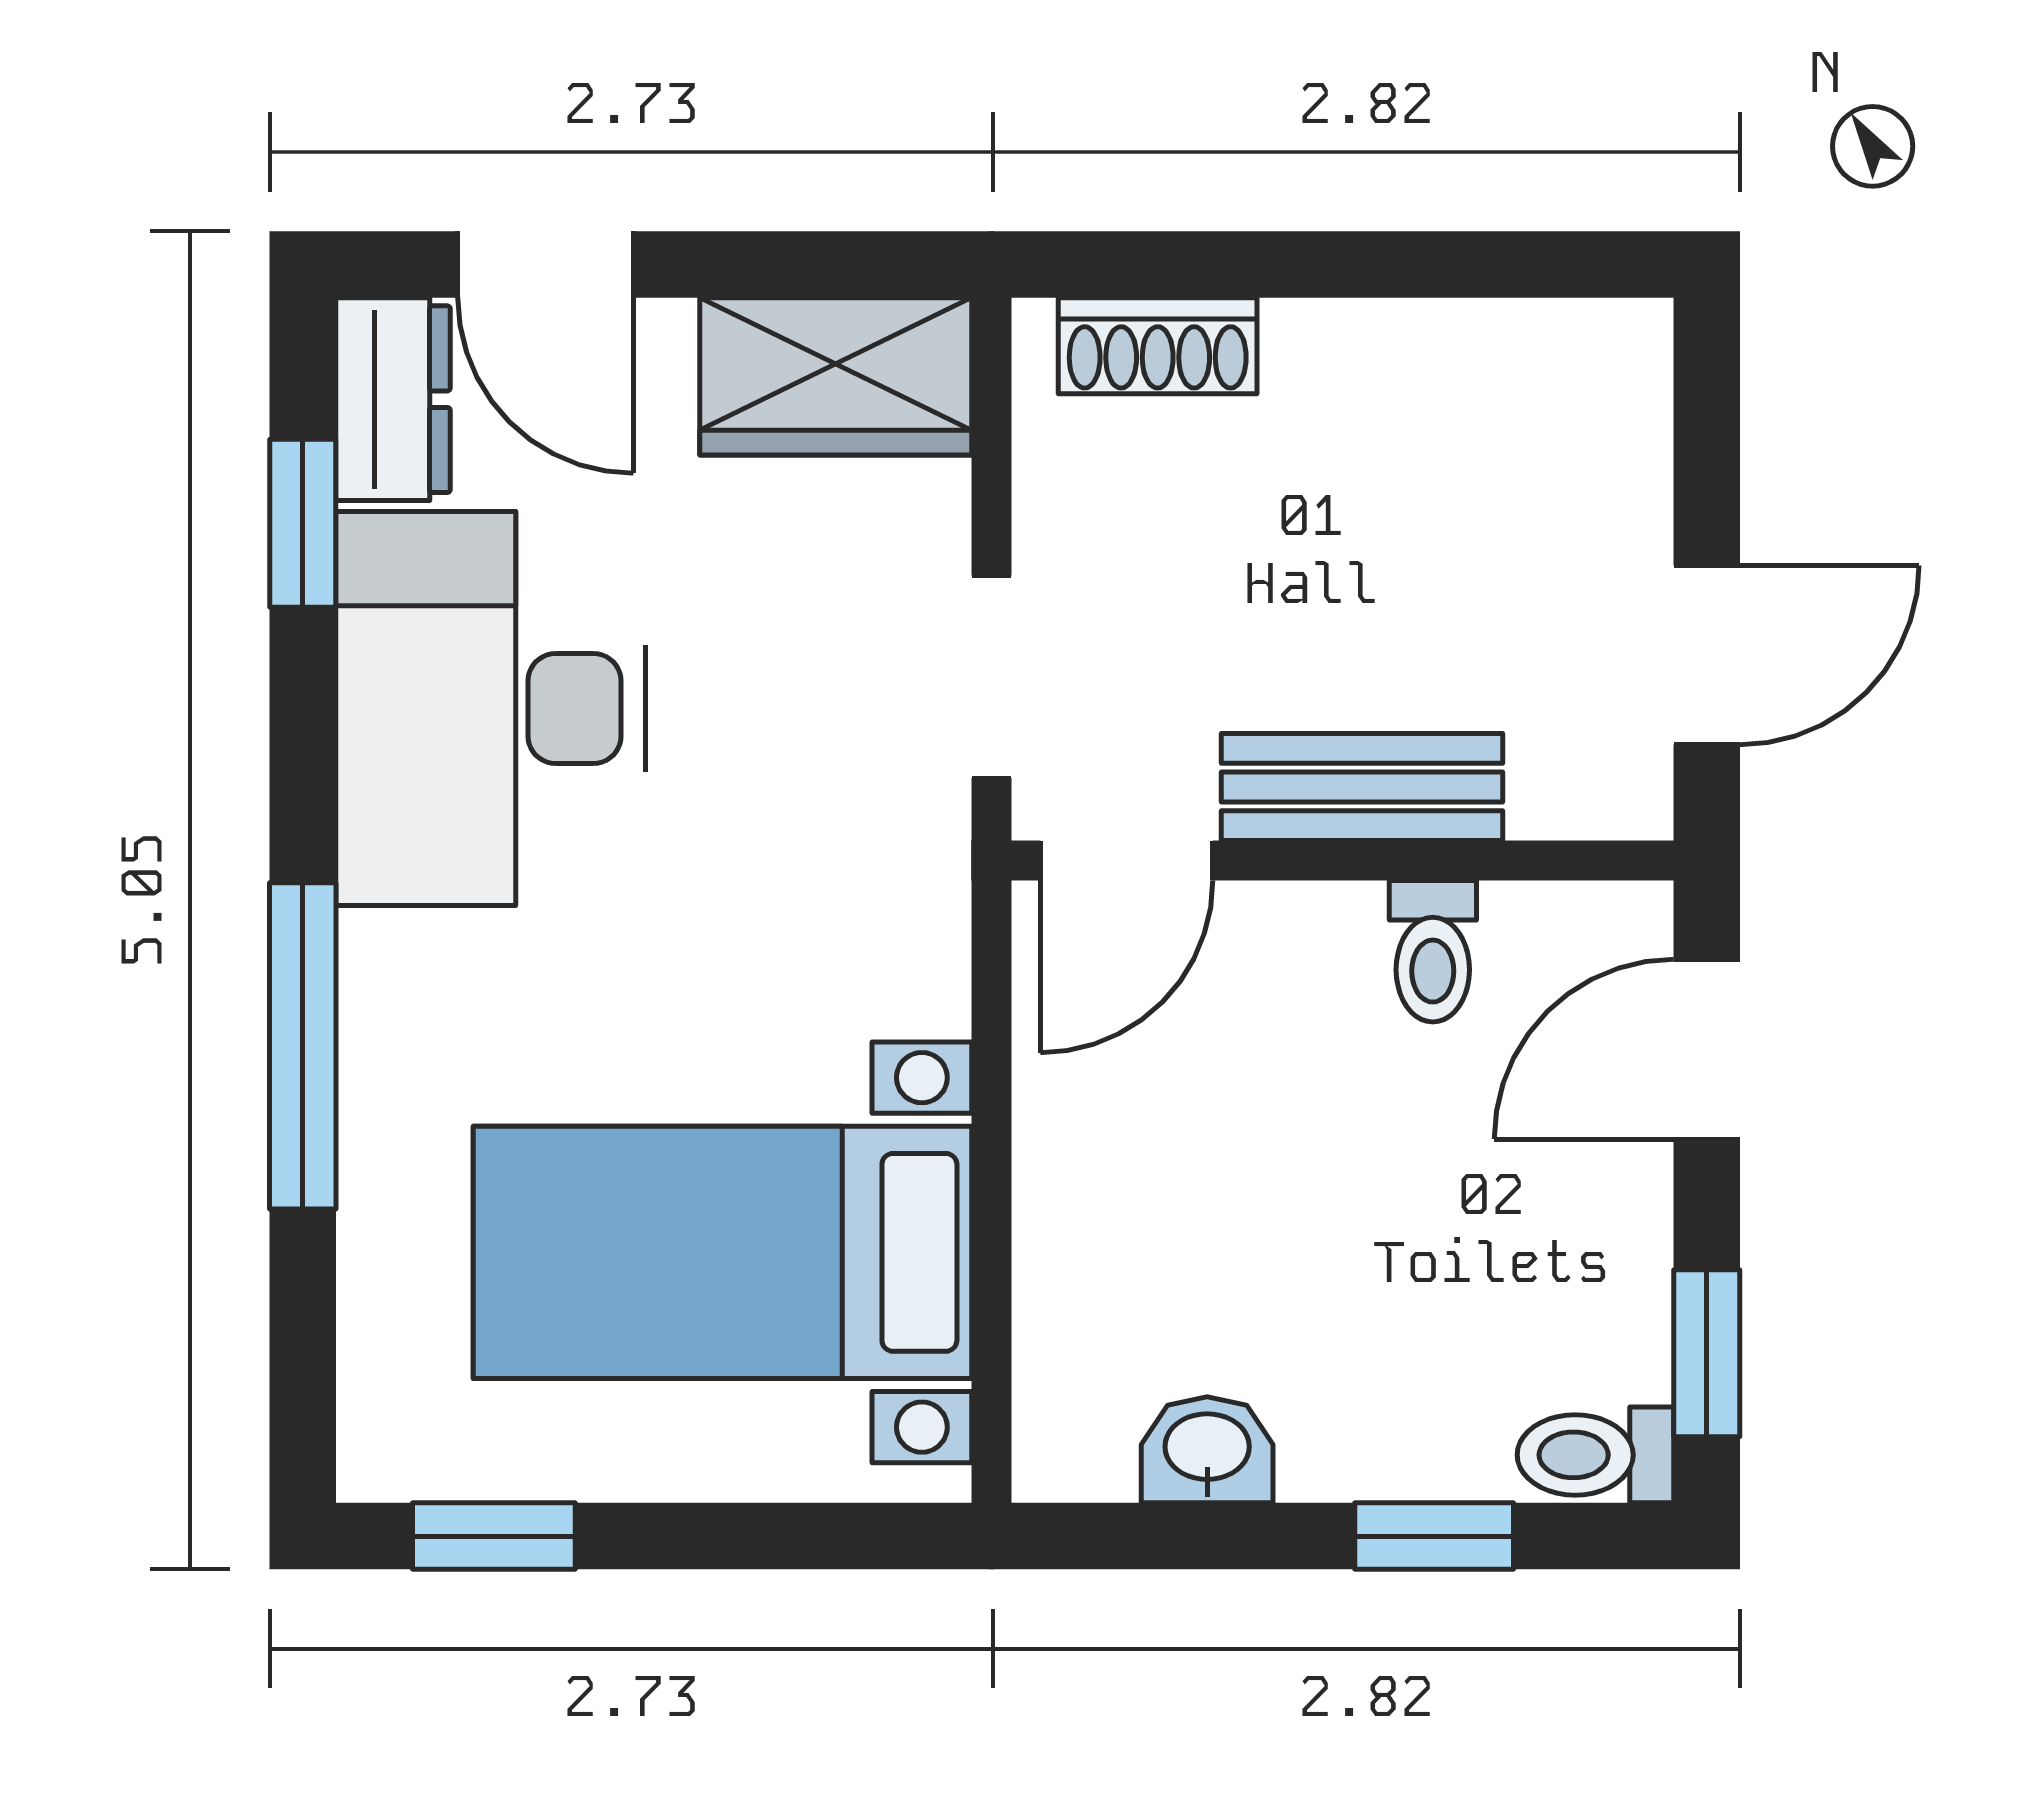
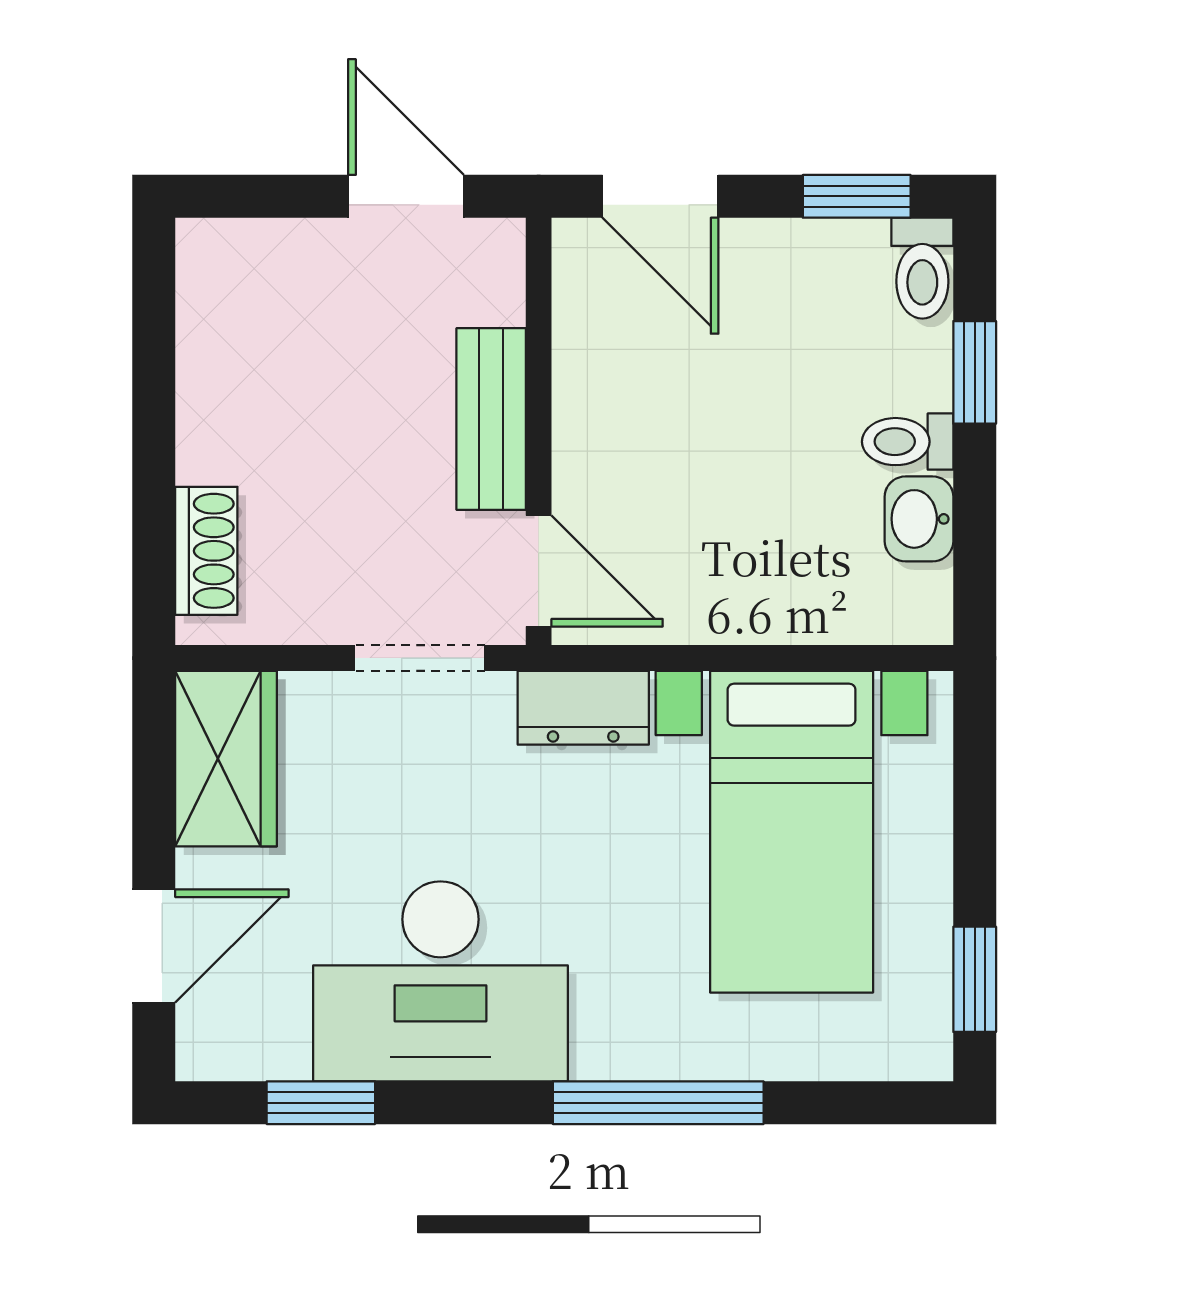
dresser: (393, 399) -> (583, 708), moved, turned 180
toilet: (1433, 951) -> (908, 442), moved, turned 180

